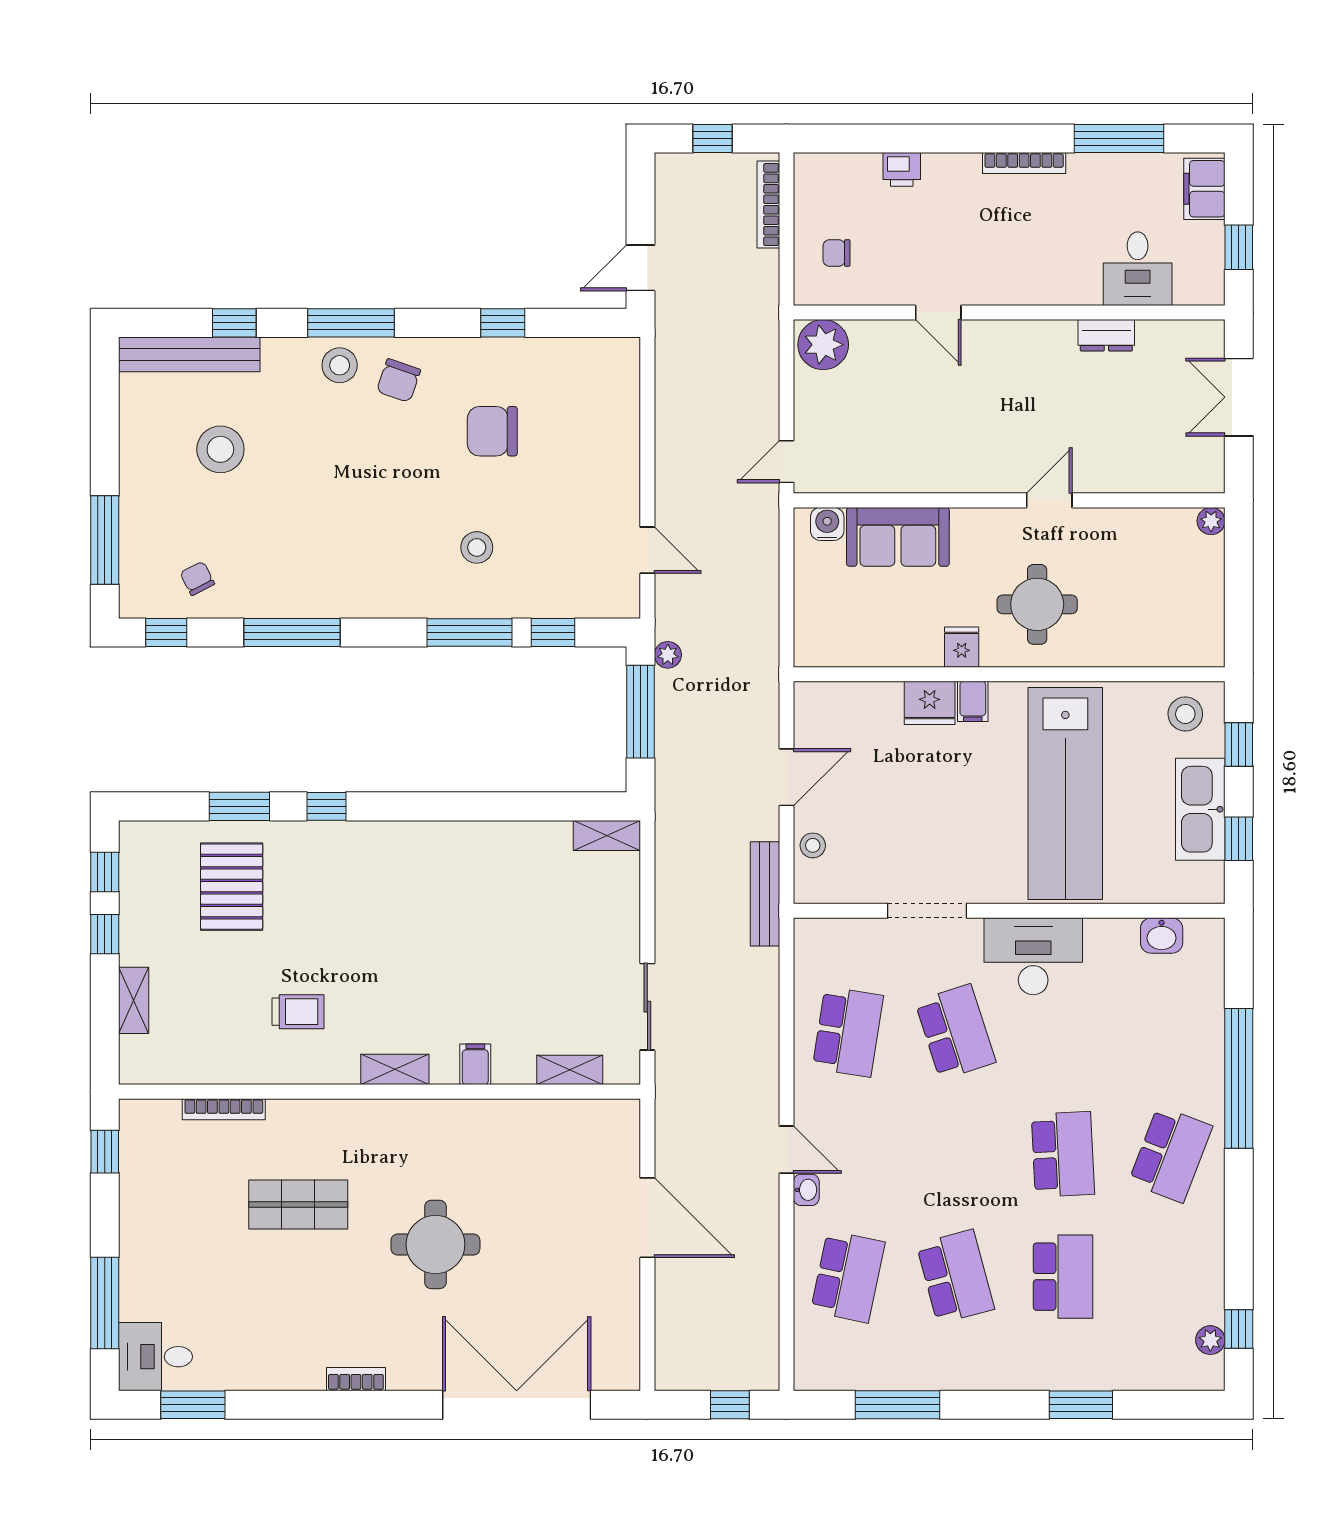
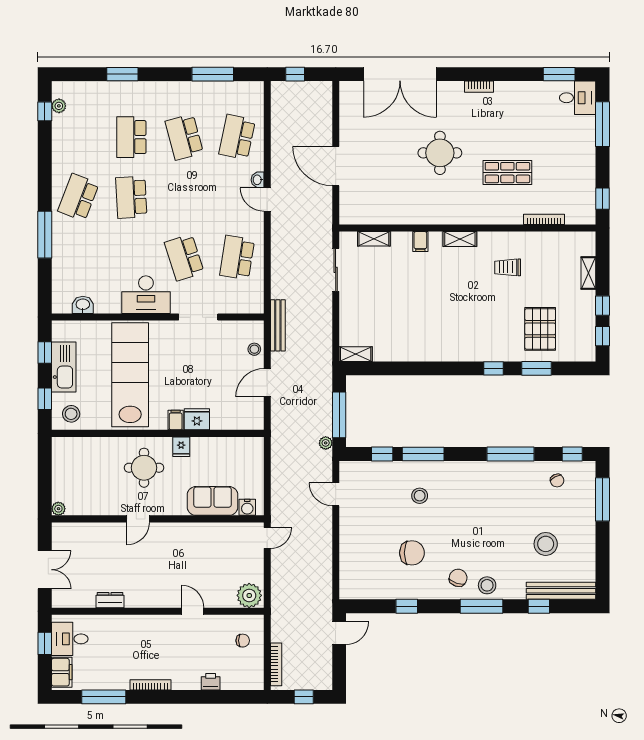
desk: (1138, 269) -> (70, 639), moved, turned -90
window: (1239, 1078) -> (45, 235), width x0.68

